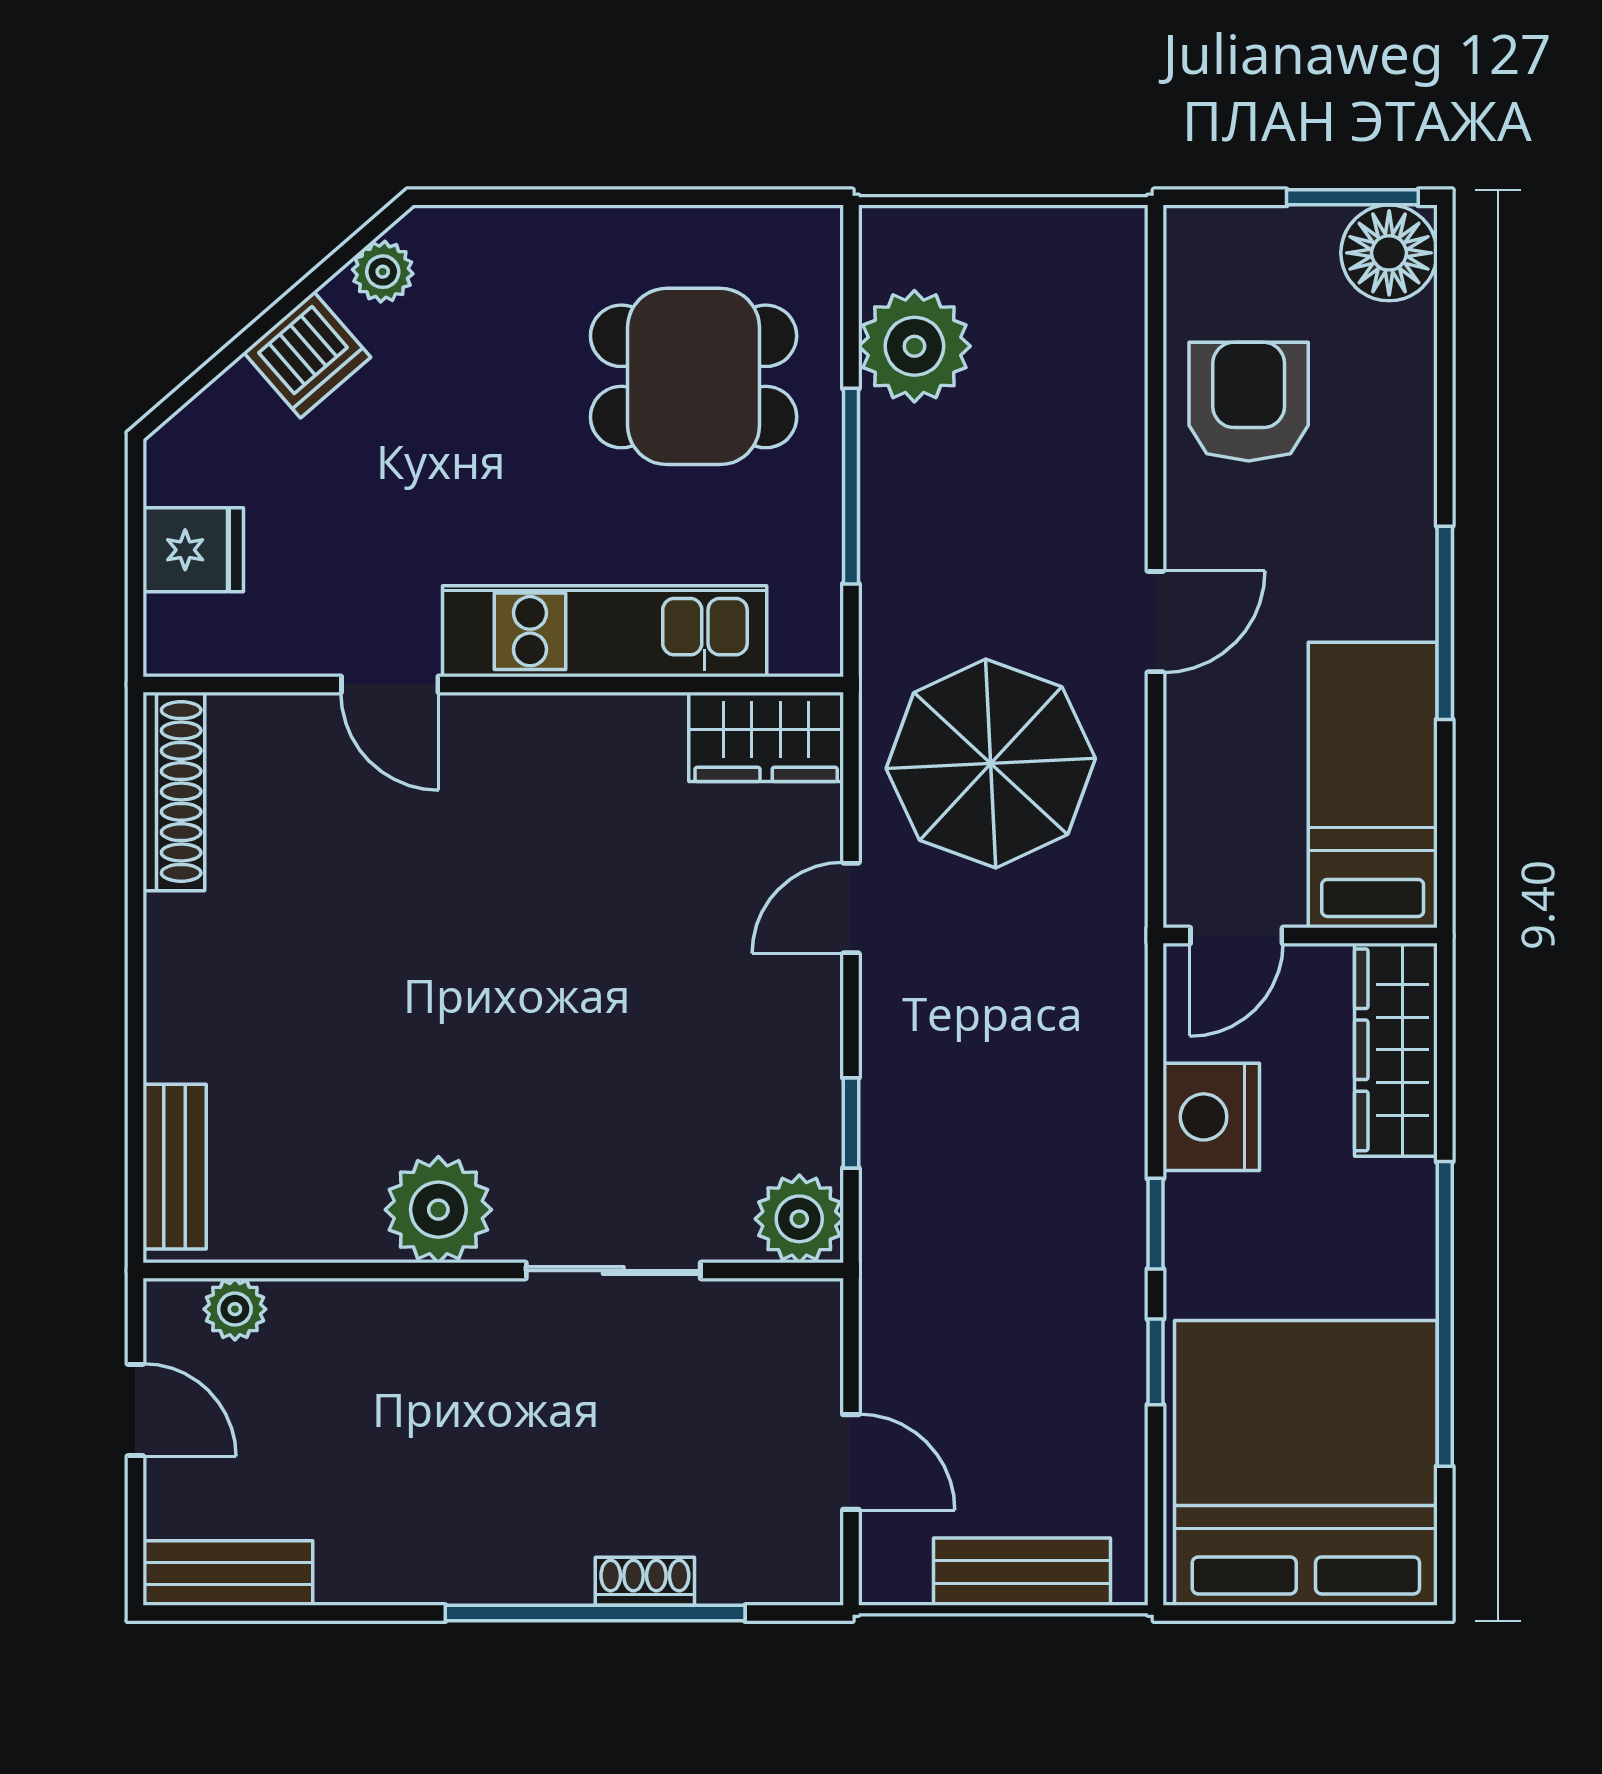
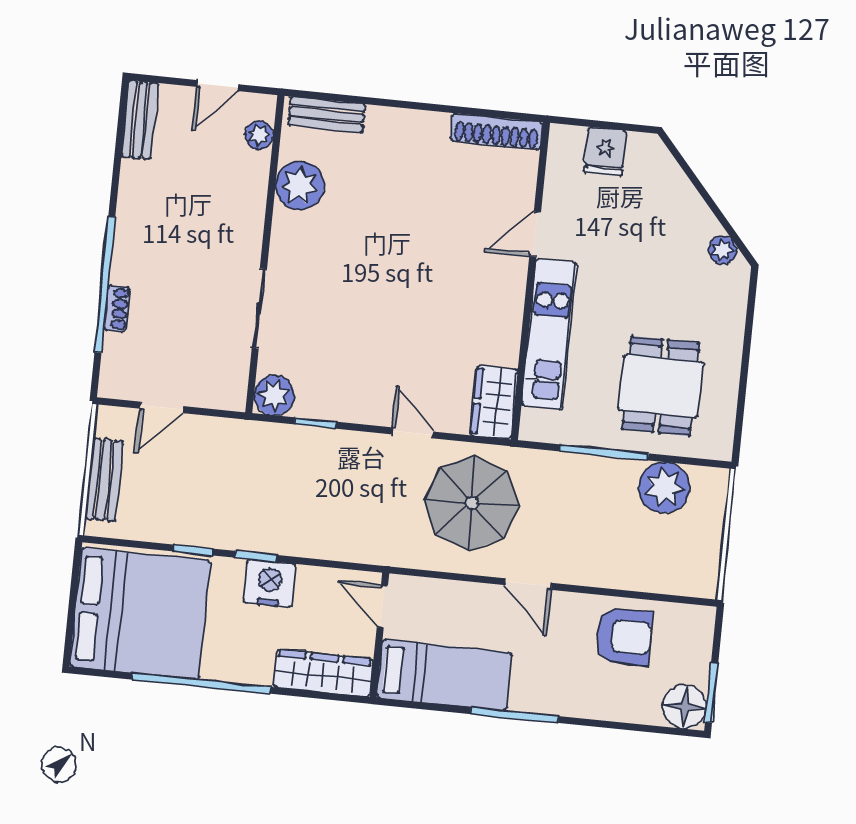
dishwasher: (307, 355) -> (688, 212), removed
nightstand: (1211, 1117) -> (270, 583), moved
plant: (438, 1210) -> (300, 185), moved

